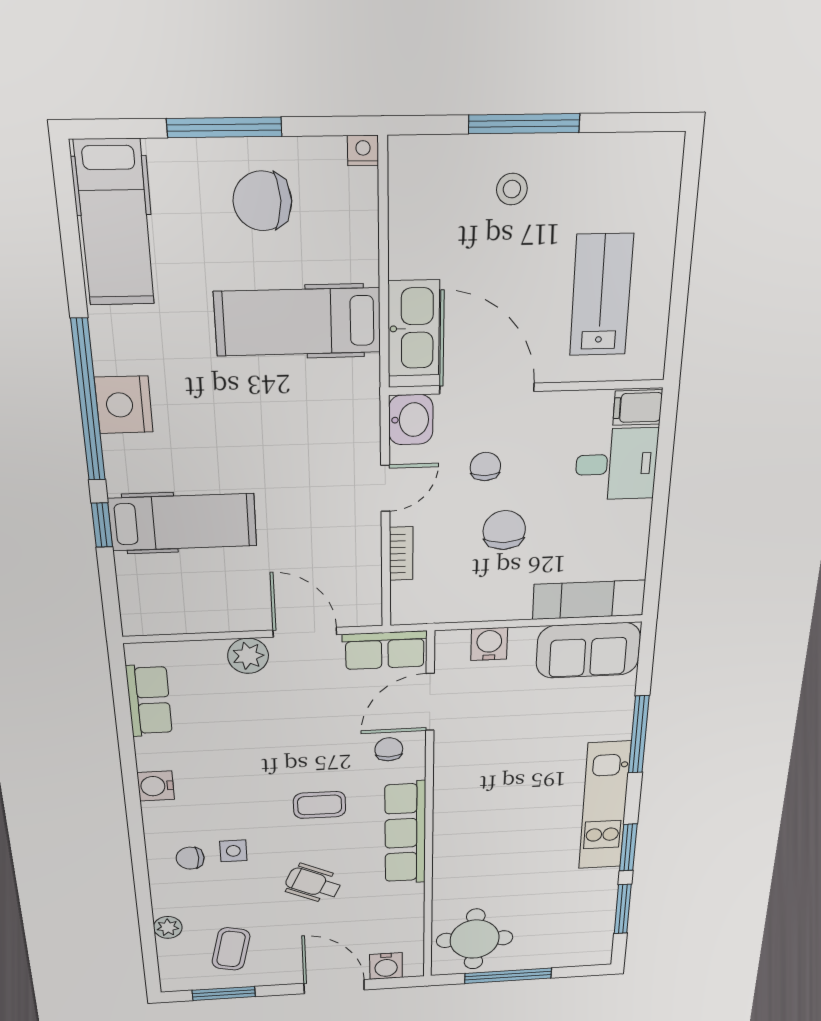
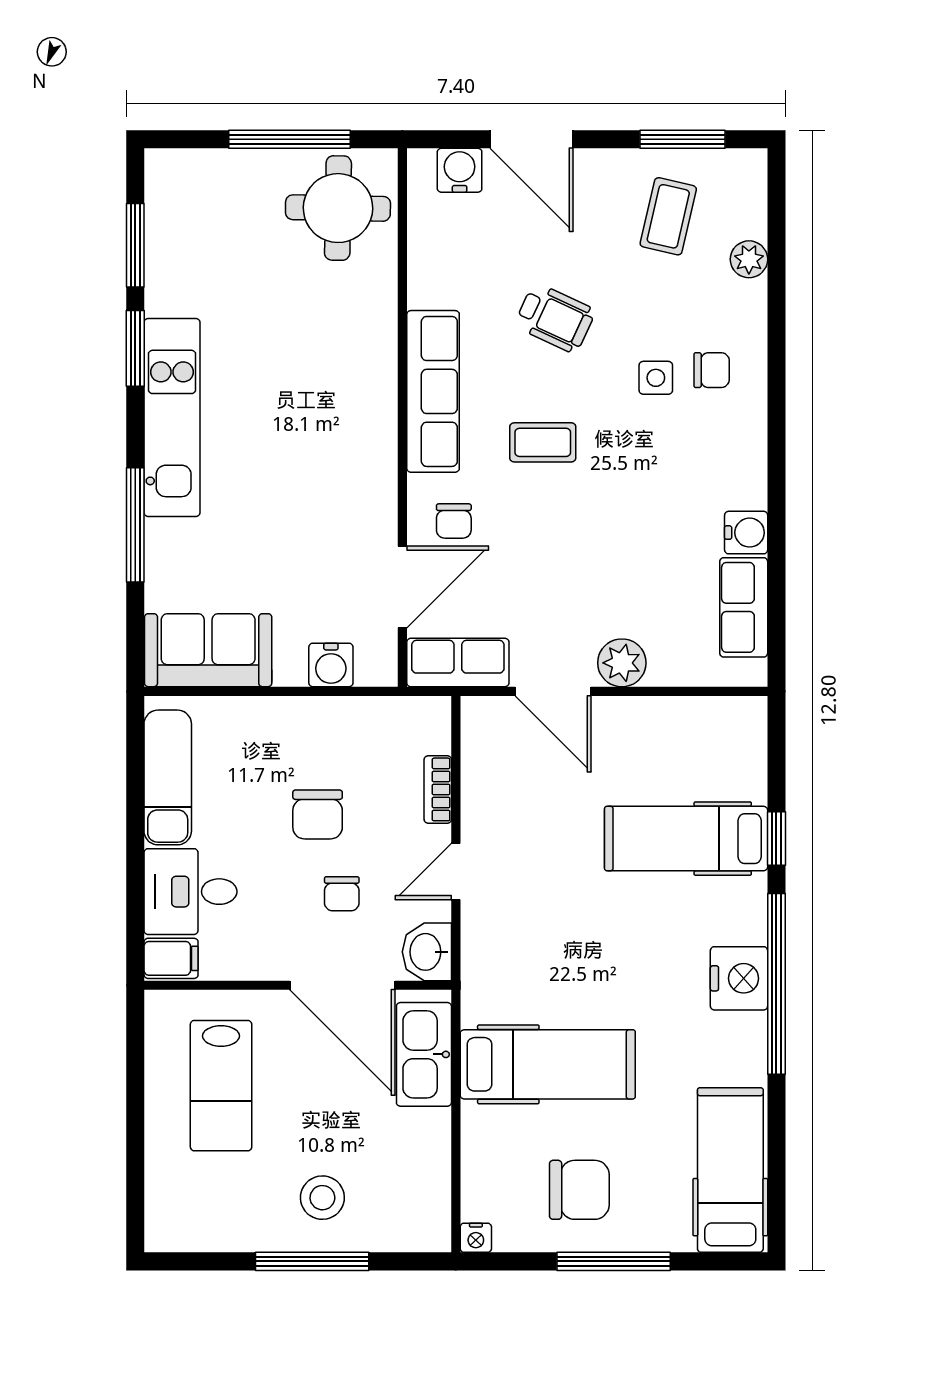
stool: (512, 189) -> (322, 1198), width x1.37, depth x1.37
exam couch: (589, 600) -> (168, 777), moved, turned -90
water cooler: (156, 786) -> (746, 533), moved

